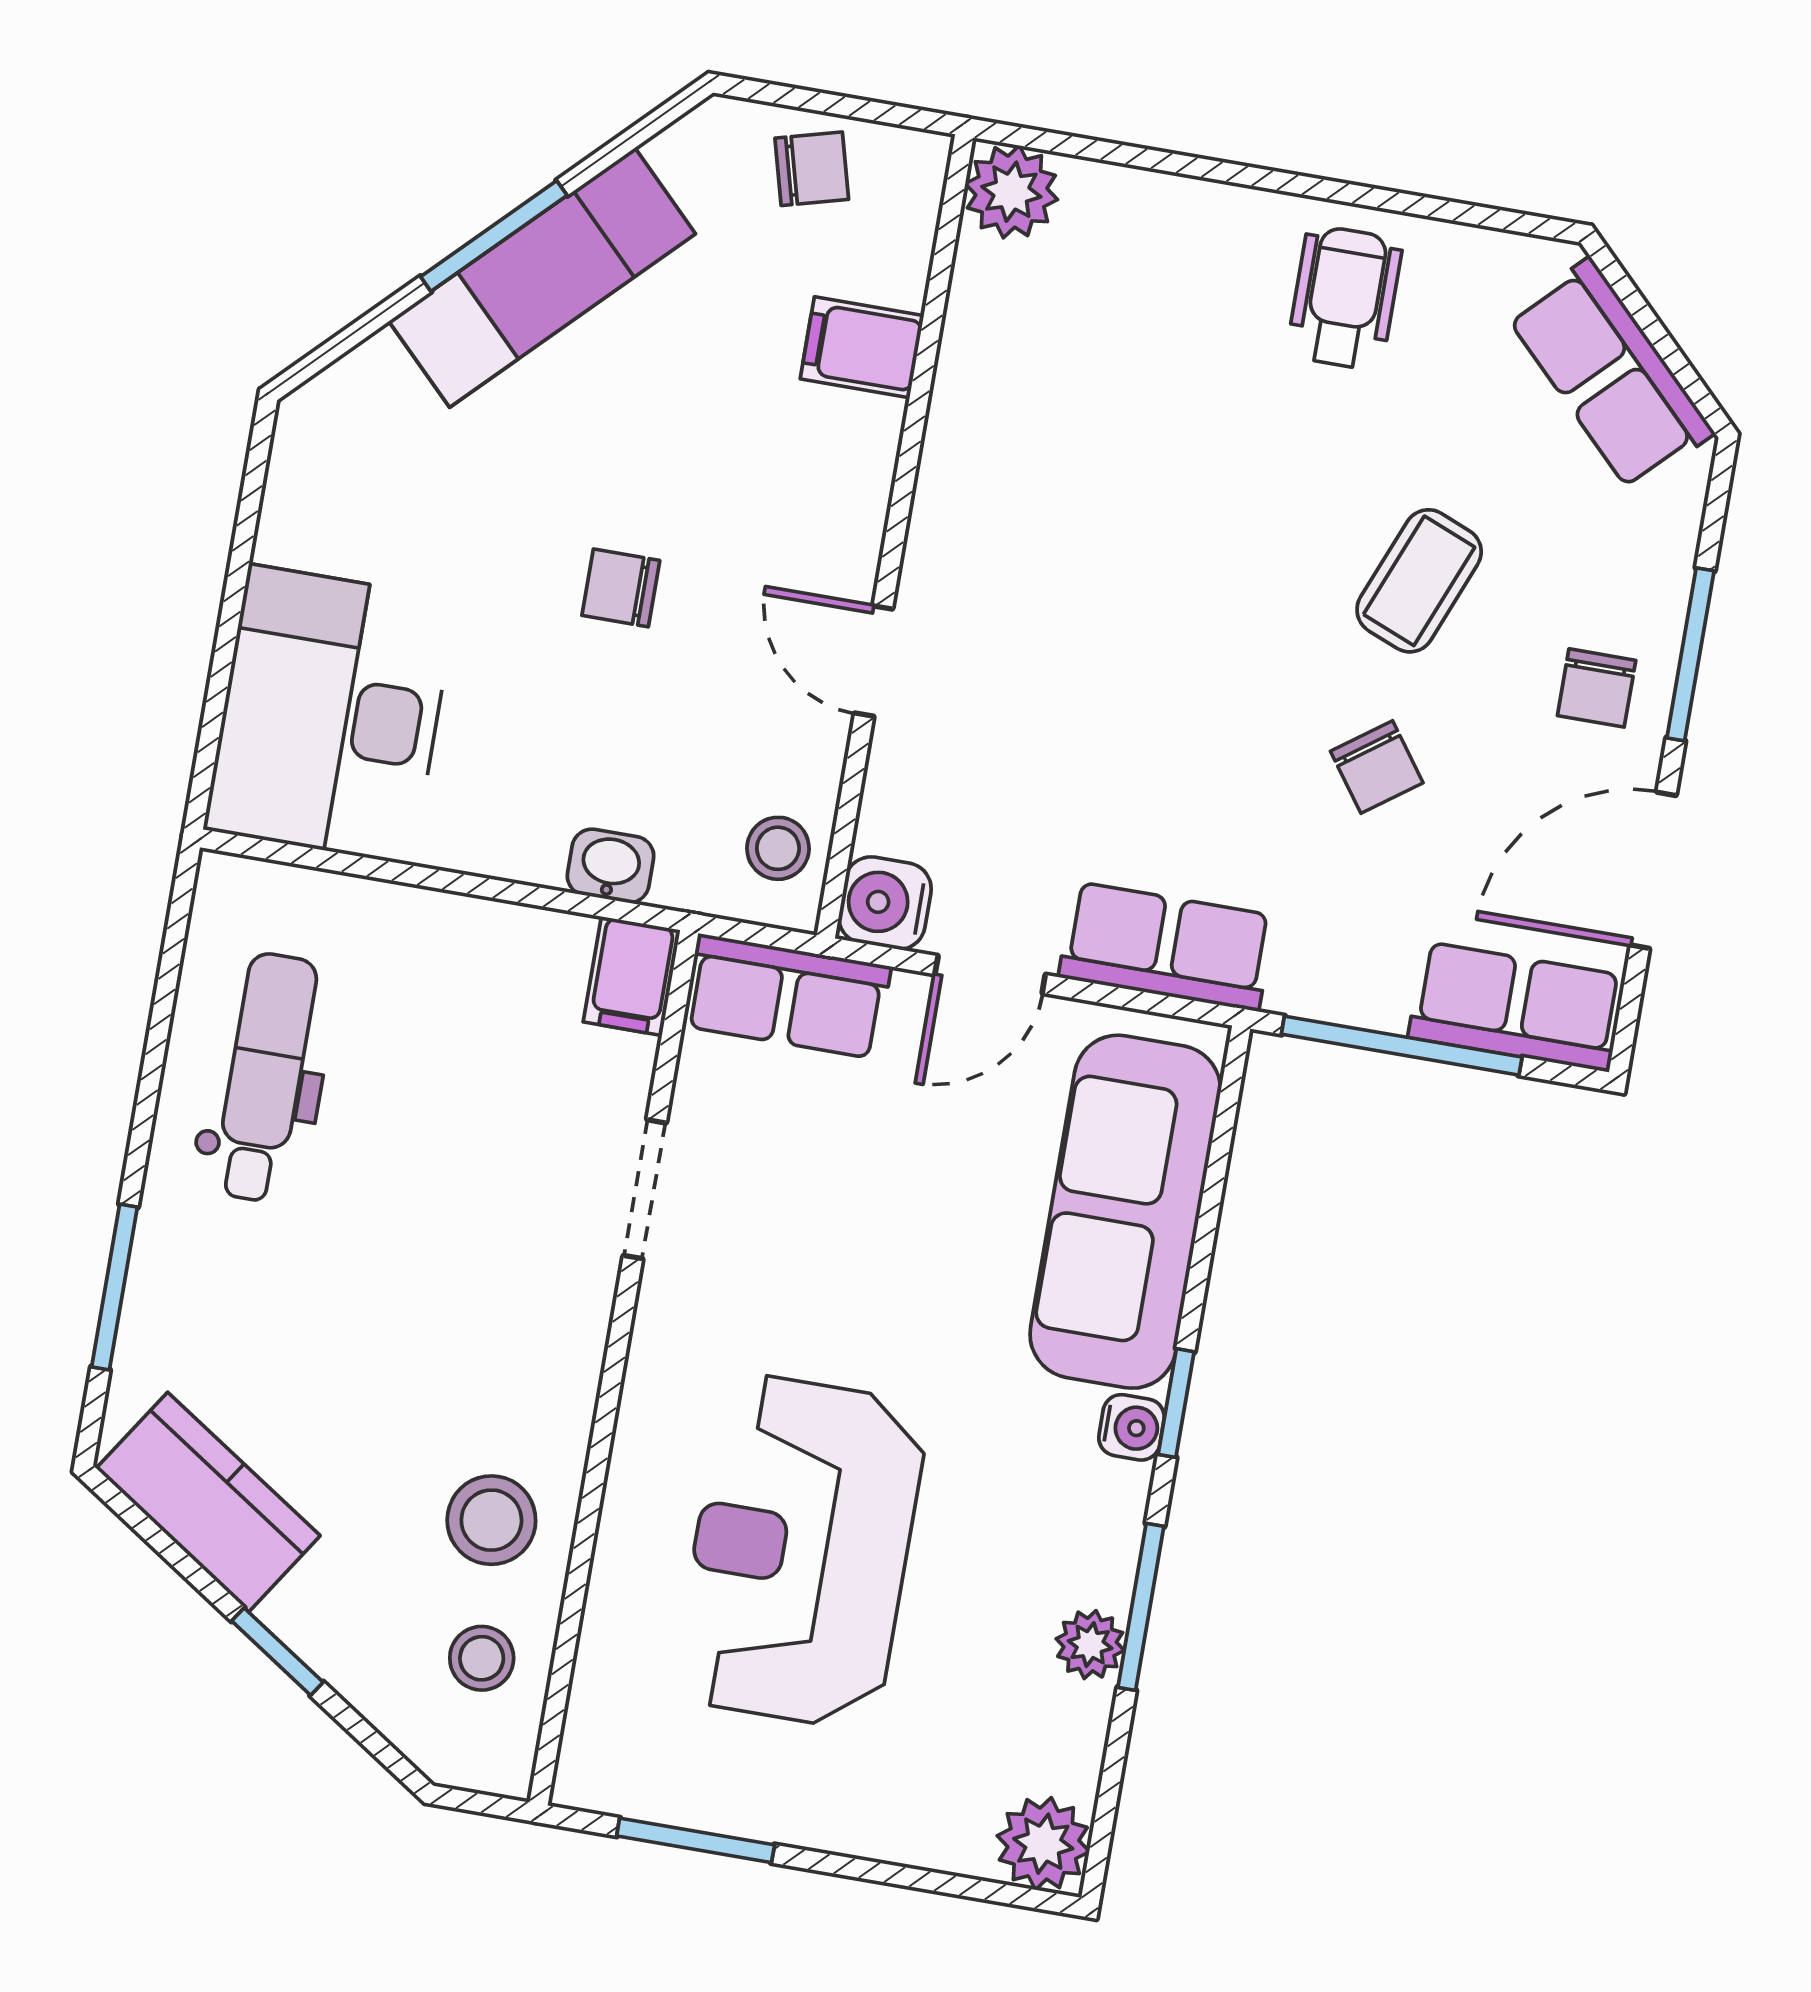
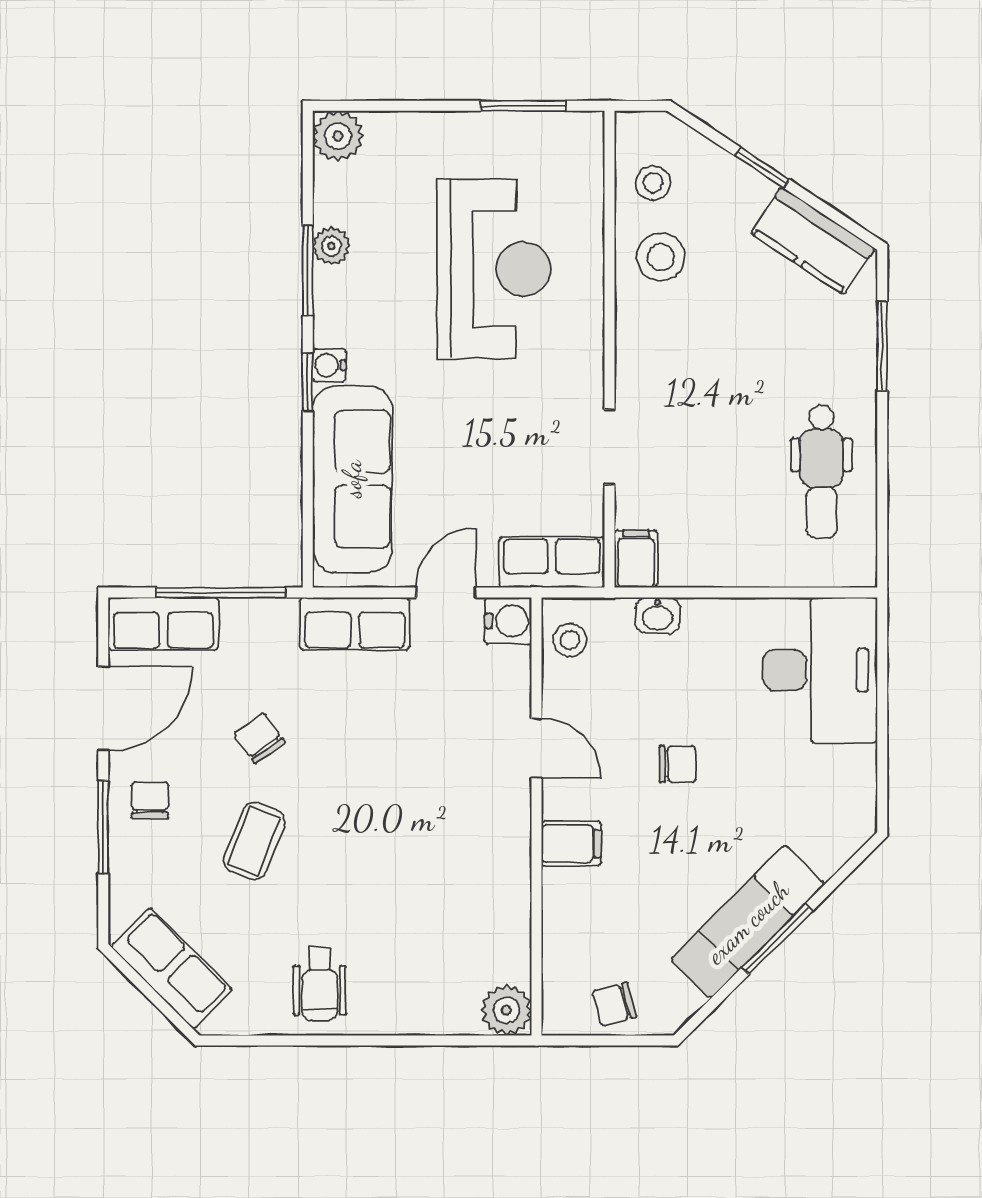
filing cabinet: (862, 347) -> (571, 844), moved

